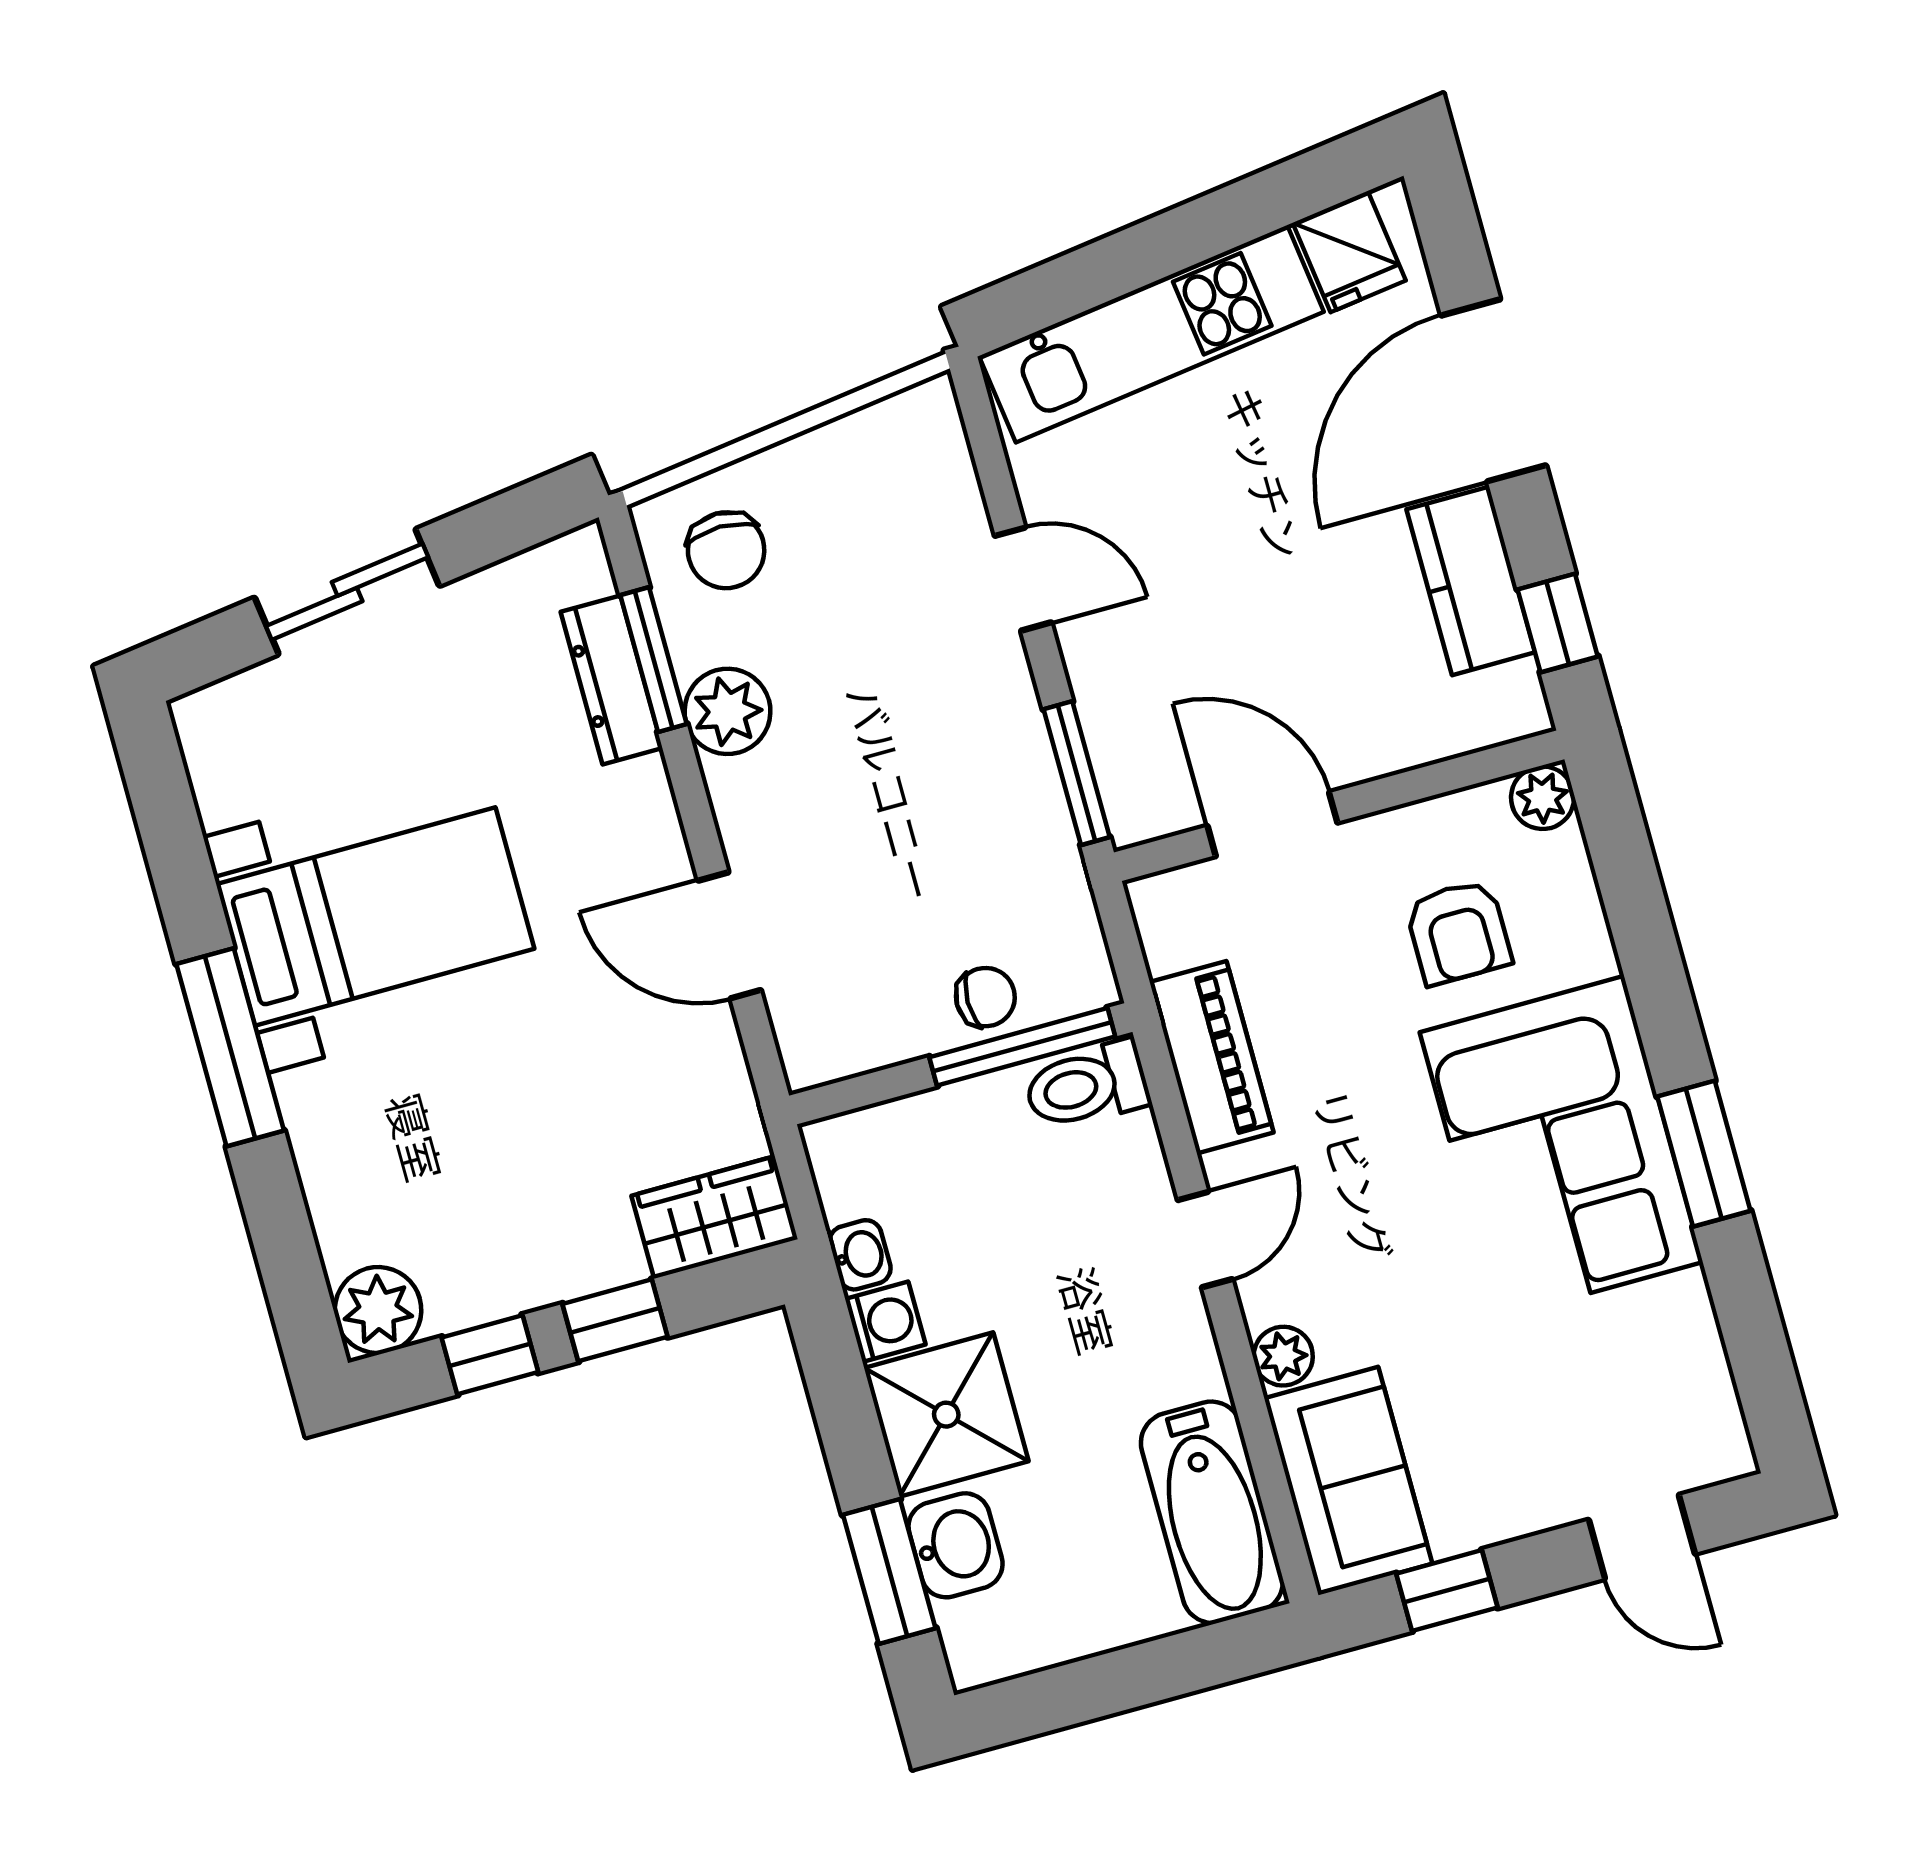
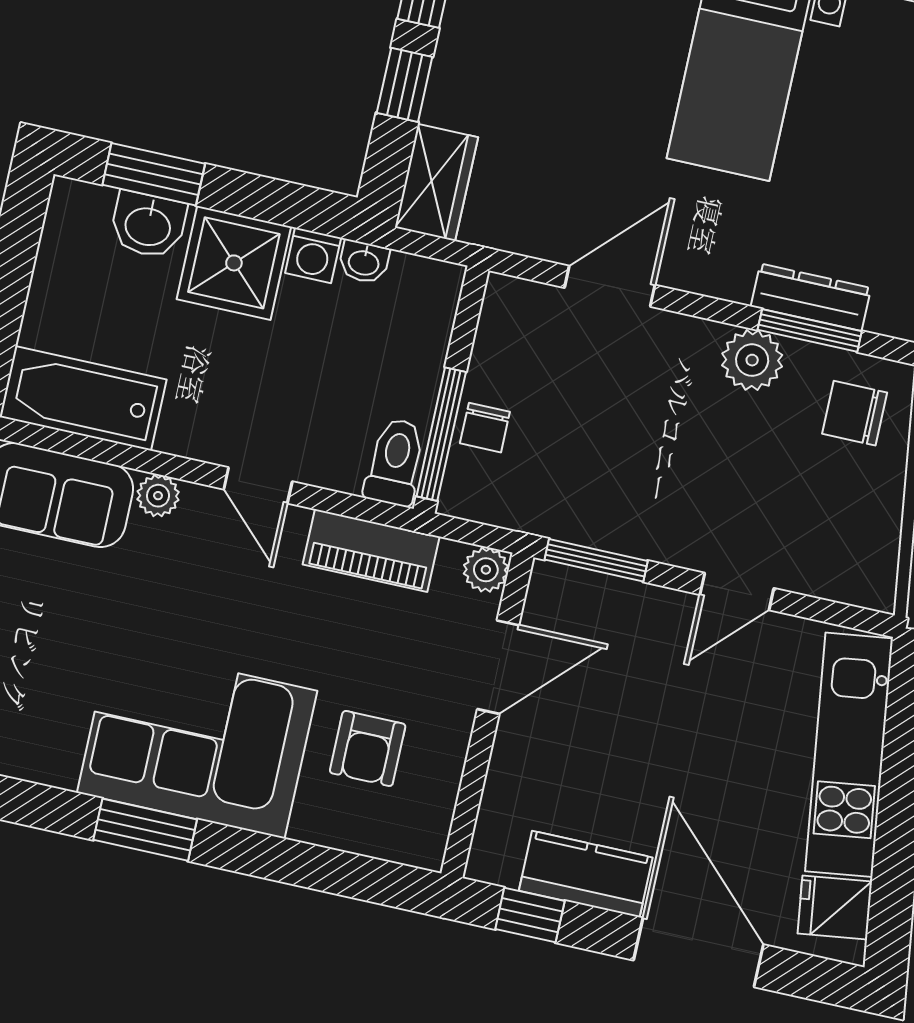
plant: (1543, 798) -> (486, 570), moved
armchair: (1458, 932) -> (368, 748), turned -90

